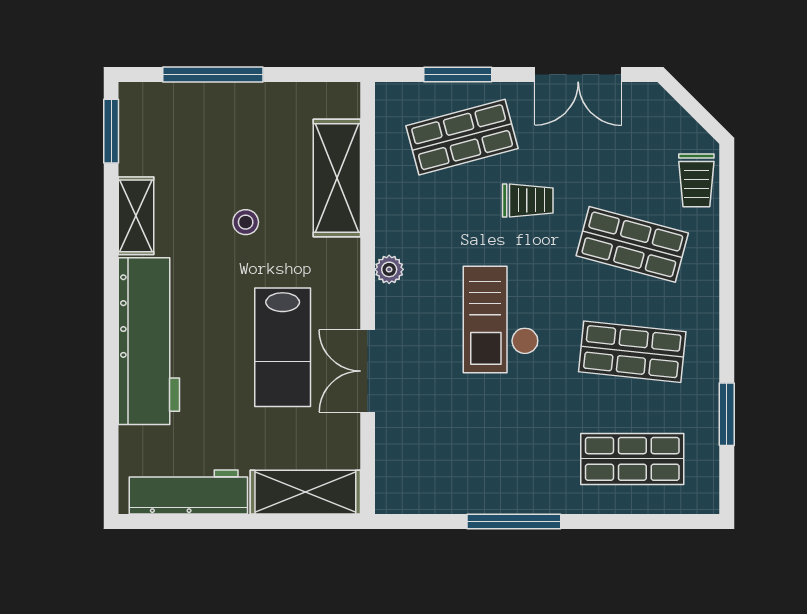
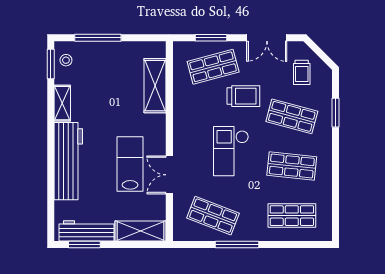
trolley: (696, 180) -> (302, 72), moved
trolley: (528, 200) -> (243, 96), width x1.36, depth x1.39
stool: (246, 222) -> (66, 60), moved
plant: (389, 269) -> (179, 128), removed
lab bench: (283, 347) -> (130, 164), turned 180
window: (727, 414) -> (335, 113), moved
shop shelf: (462, 459) -> (213, 216), added
window: (184, 522) -> (84, 245), added

